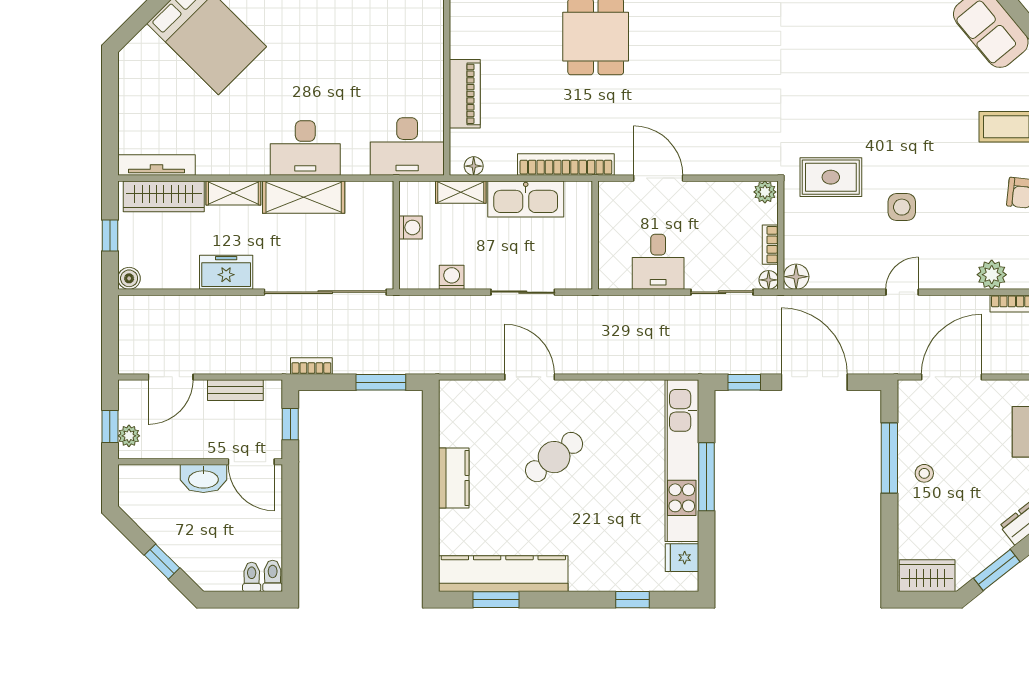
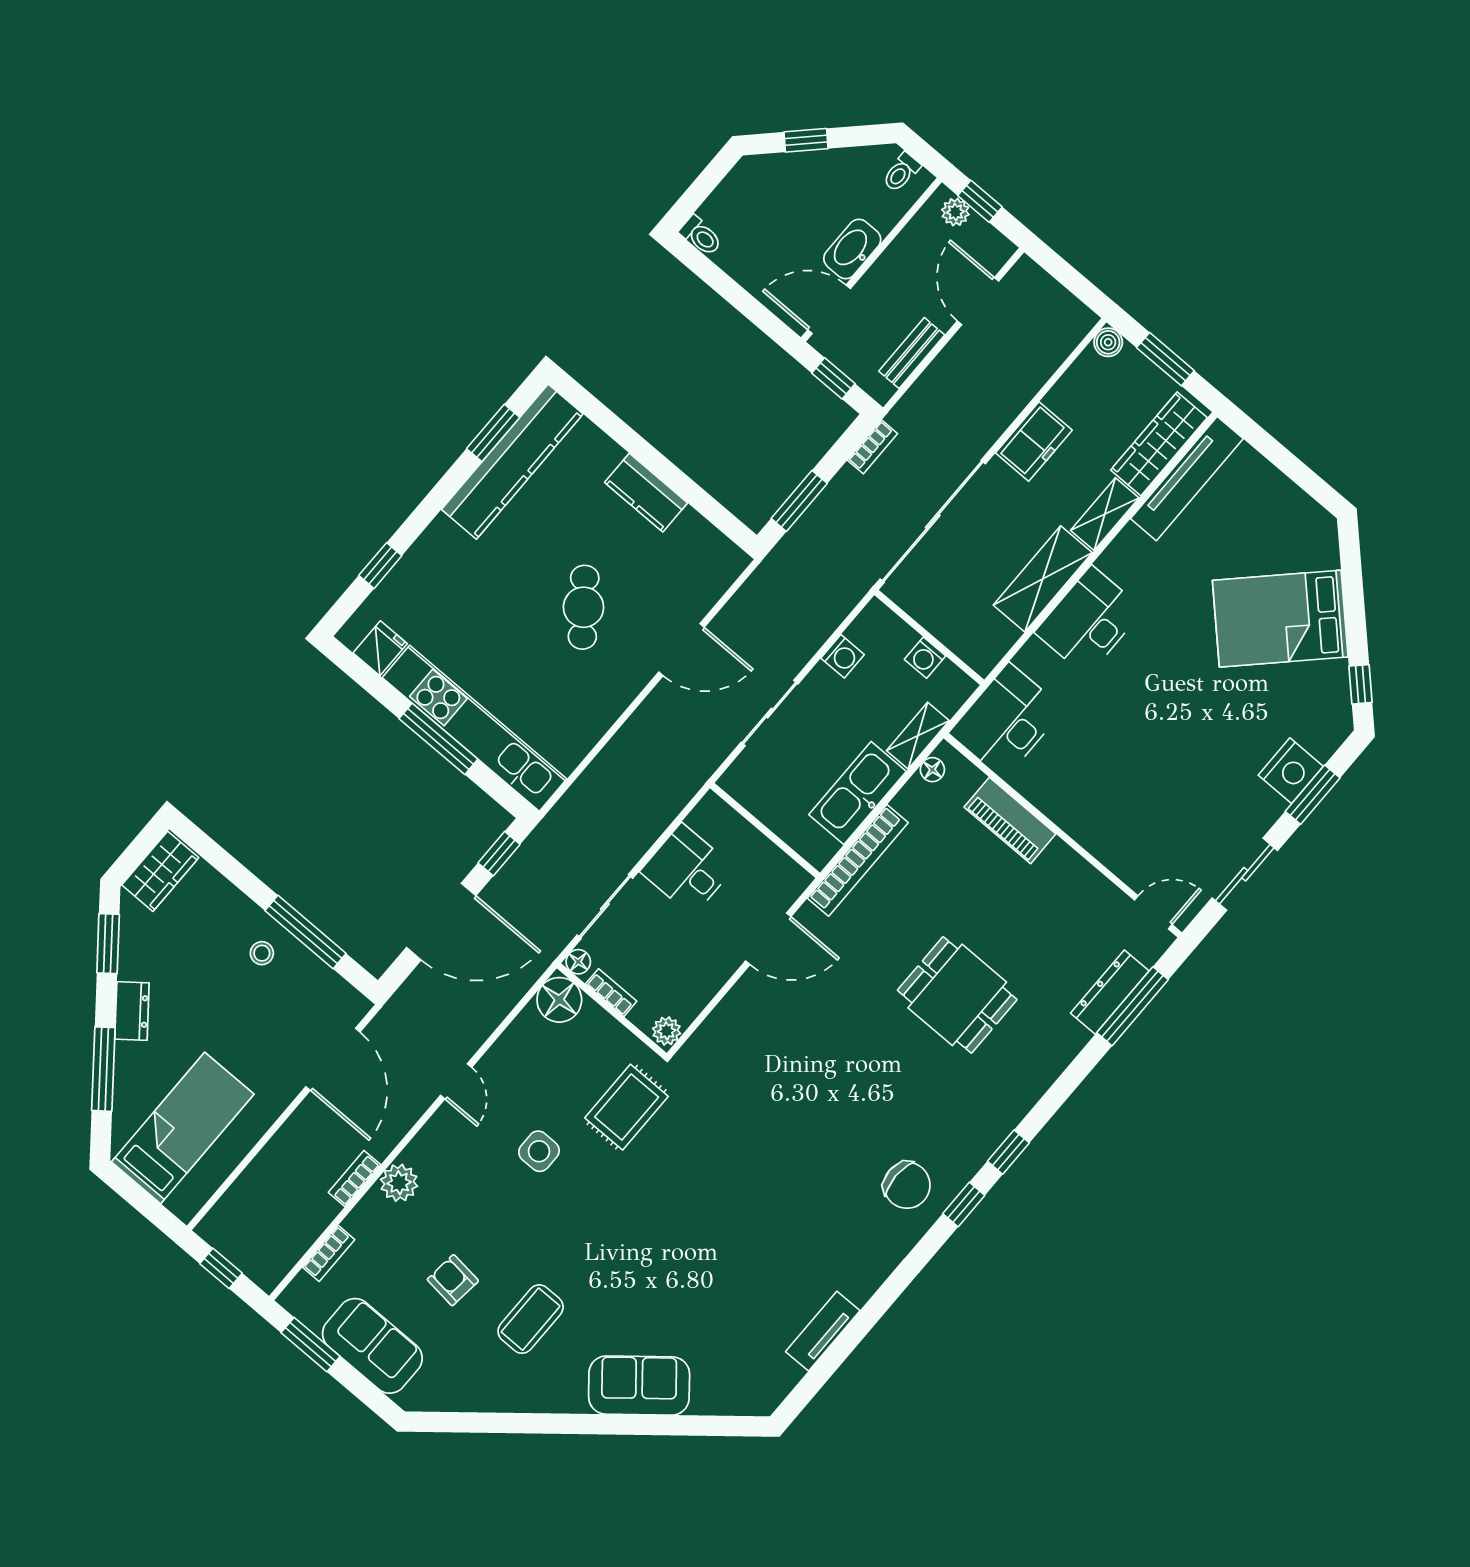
tv unit: (157, 165) -> (1187, 479), width x1.36, depth x1.29
window: (110, 236) -> (1165, 359), width x1.50
floor lamp: (796, 277) -> (559, 1000), width x1.38, depth x1.38
toilet: (252, 577) -> (901, 172), moved, turned 90

